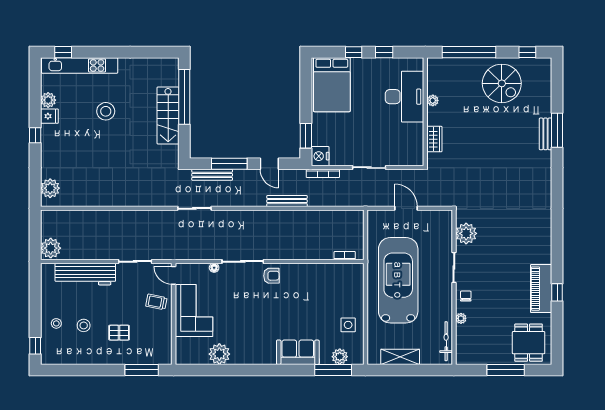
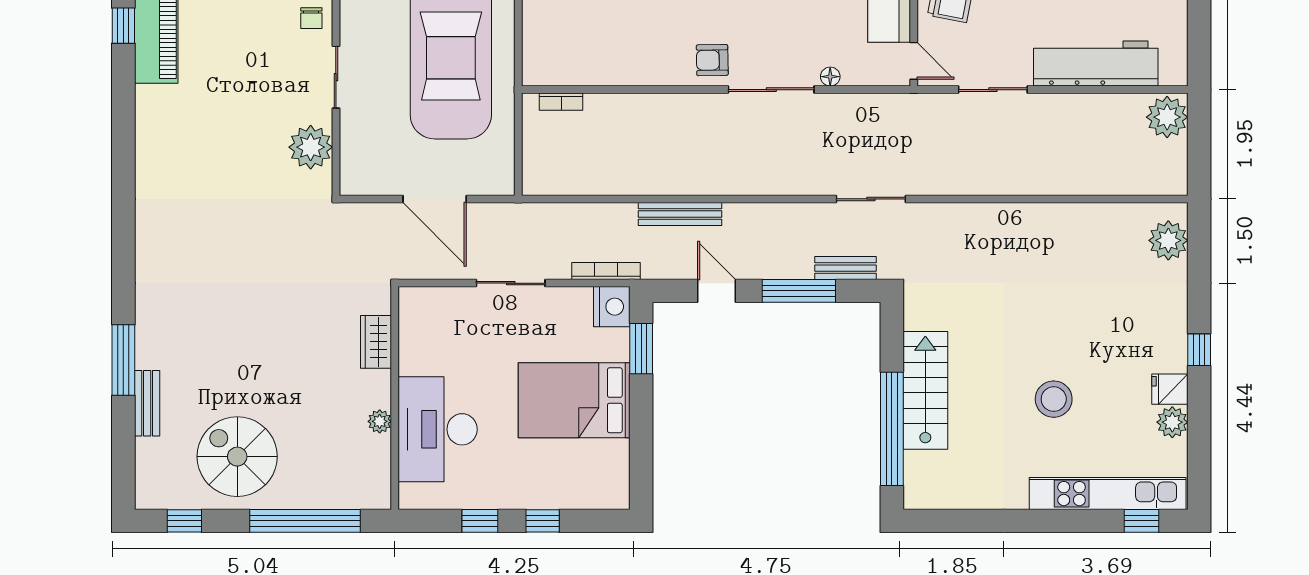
bed: (332, 85) -> (574, 400), moved, turned -90
bench: (545, 134) -> (147, 403), moved
bench: (212, 175) -> (845, 268), width x0.73
door: (406, 208) -> (435, 199), width x1.36

